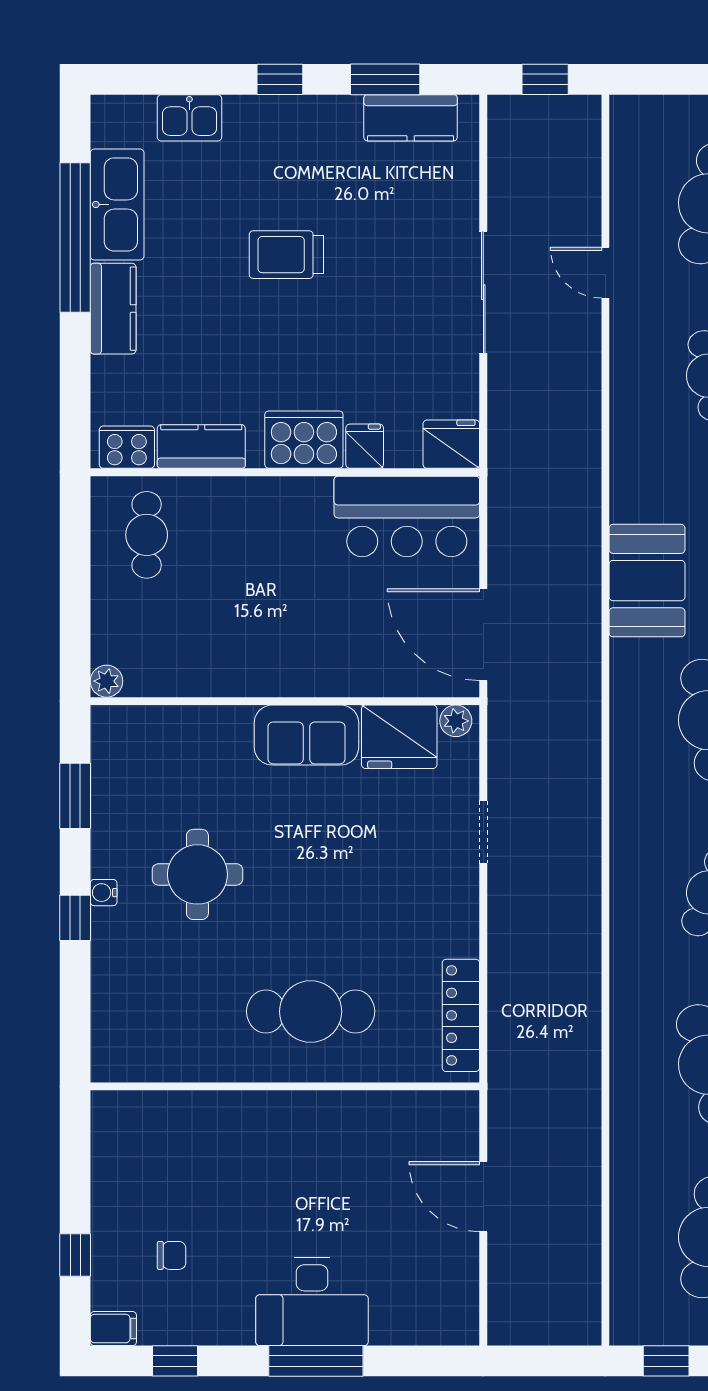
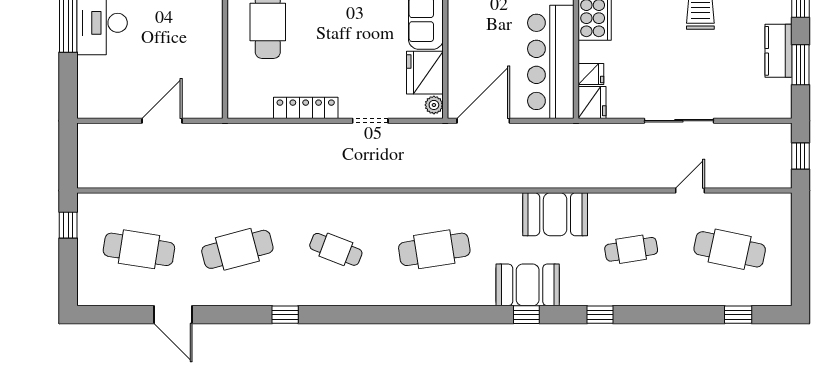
kitchen counter: (411, 118) -> (778, 51), moved
fridge: (365, 446) -> (591, 74), moved
bar counter: (407, 516) -> (551, 62), width x1.36
booth: (647, 581) -> (555, 214), moved
locker: (461, 1015) -> (306, 108), moved

